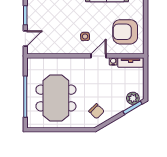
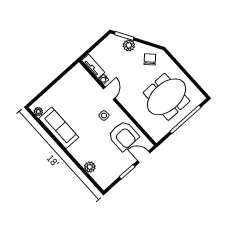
armchair: (125, 32) -> (123, 136), moved
door: (99, 56) -> (109, 93), swing flipped
plant: (133, 98) -> (129, 45), moved

